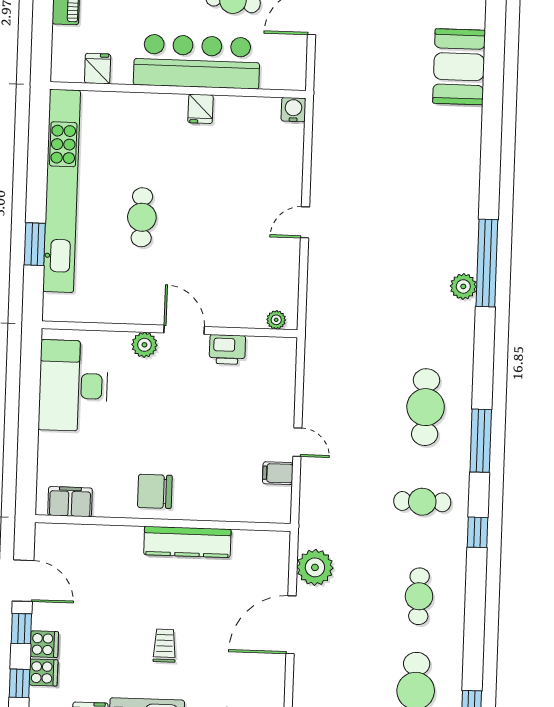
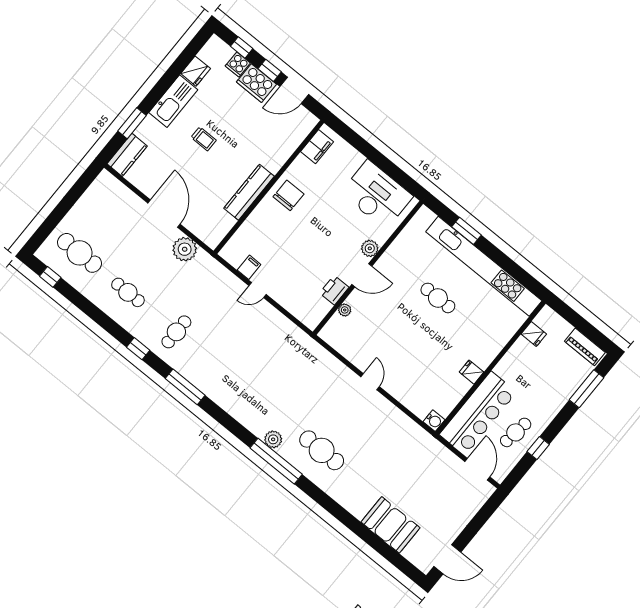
bar counter: (197, 61) -> (478, 413), moved
plant: (276, 320) -> (345, 310), moved
cafe table: (426, 407) -> (322, 450), moved
cooker: (44, 644) -> (256, 83), width x1.87, depth x1.31

